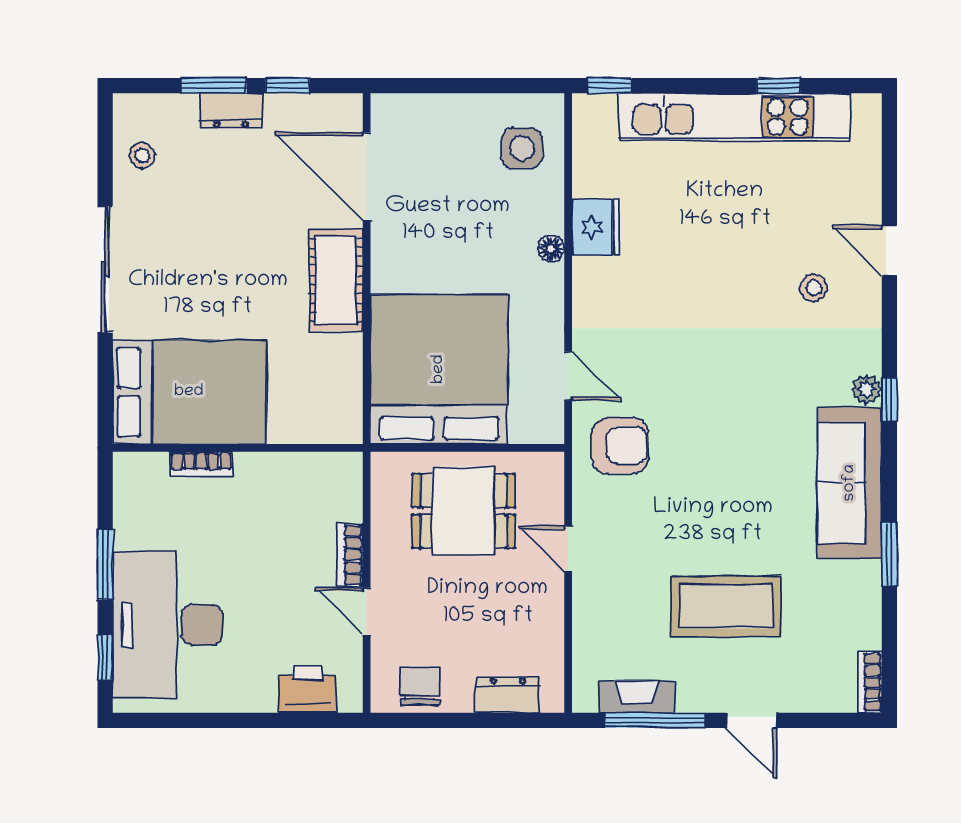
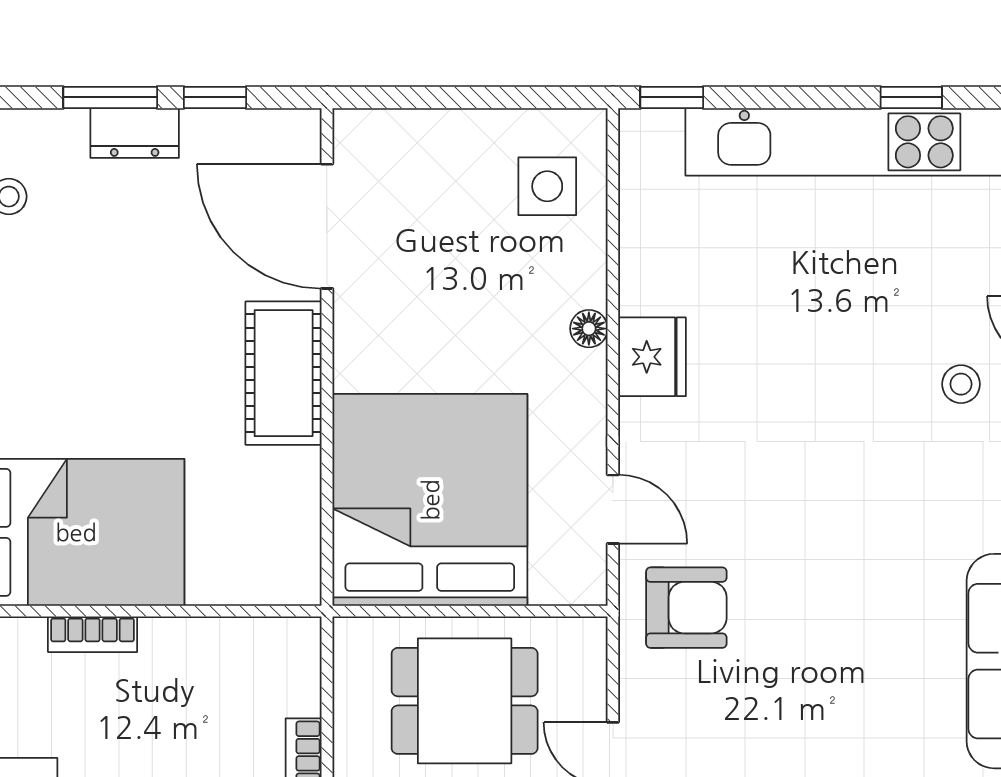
fridge: (596, 227) -> (652, 357), moved

